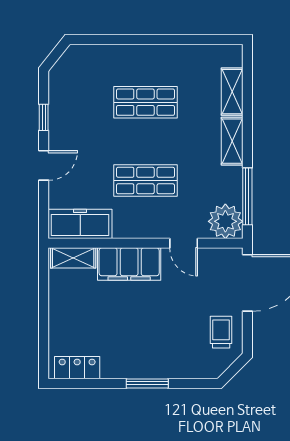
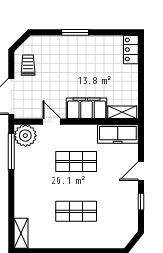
shelving: (232, 92) -> (21, 233), moved
shelving: (232, 141) -> (21, 187), removed
trolley: (221, 332) -> (28, 65), turned 180
locker: (77, 368) -> (131, 50), moved, turned 90

